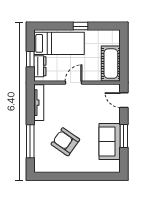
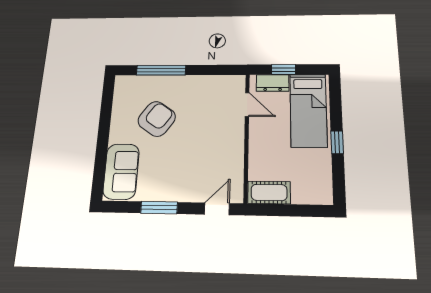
cot: (111, 64) -> (269, 192), width x0.73, depth x0.75
door: (74, 83) -> (247, 105), moved
tv unit: (39, 103) -> (218, 82), removed
sofa: (110, 142) -> (121, 171), moved, turned 90

